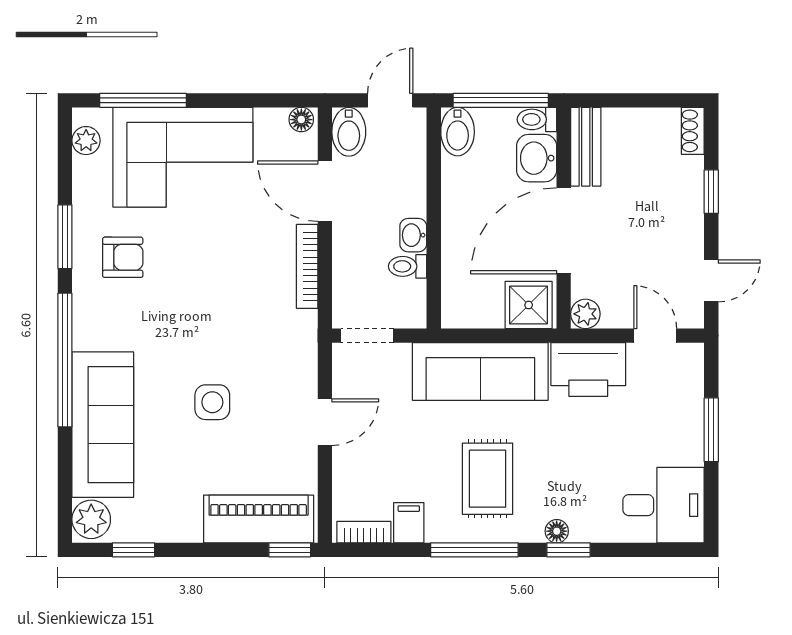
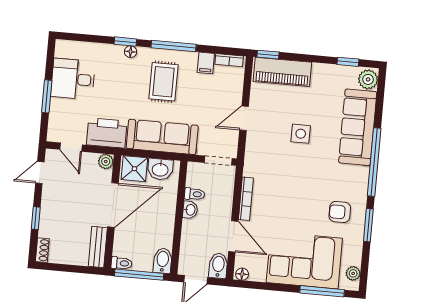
washbasin: (537, 158) -> (160, 169), moved, turned 90
desk: (664, 505) -> (73, 79), moved

